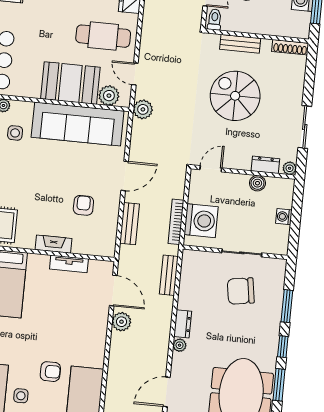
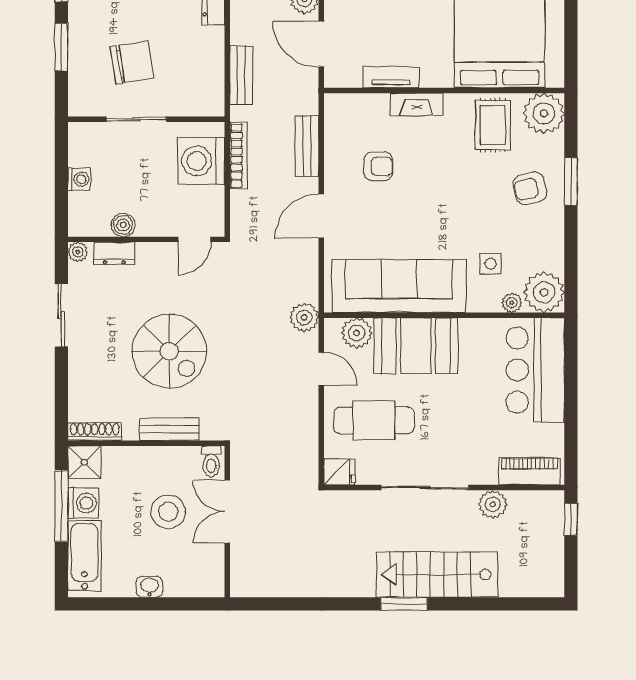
shower: (299, 27) -> (84, 462), added
armchair: (83, 205) -> (378, 166), turned -90

